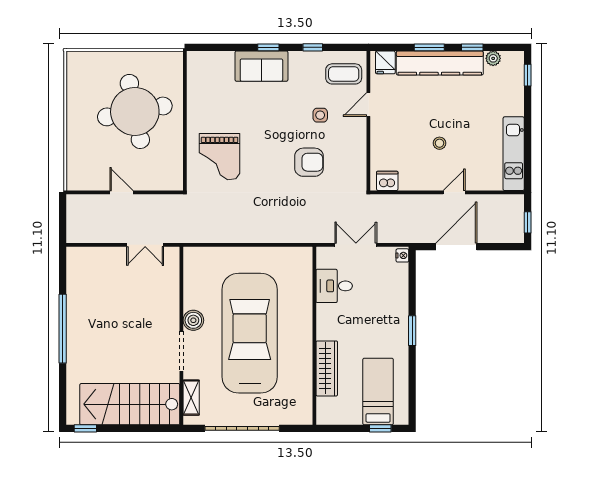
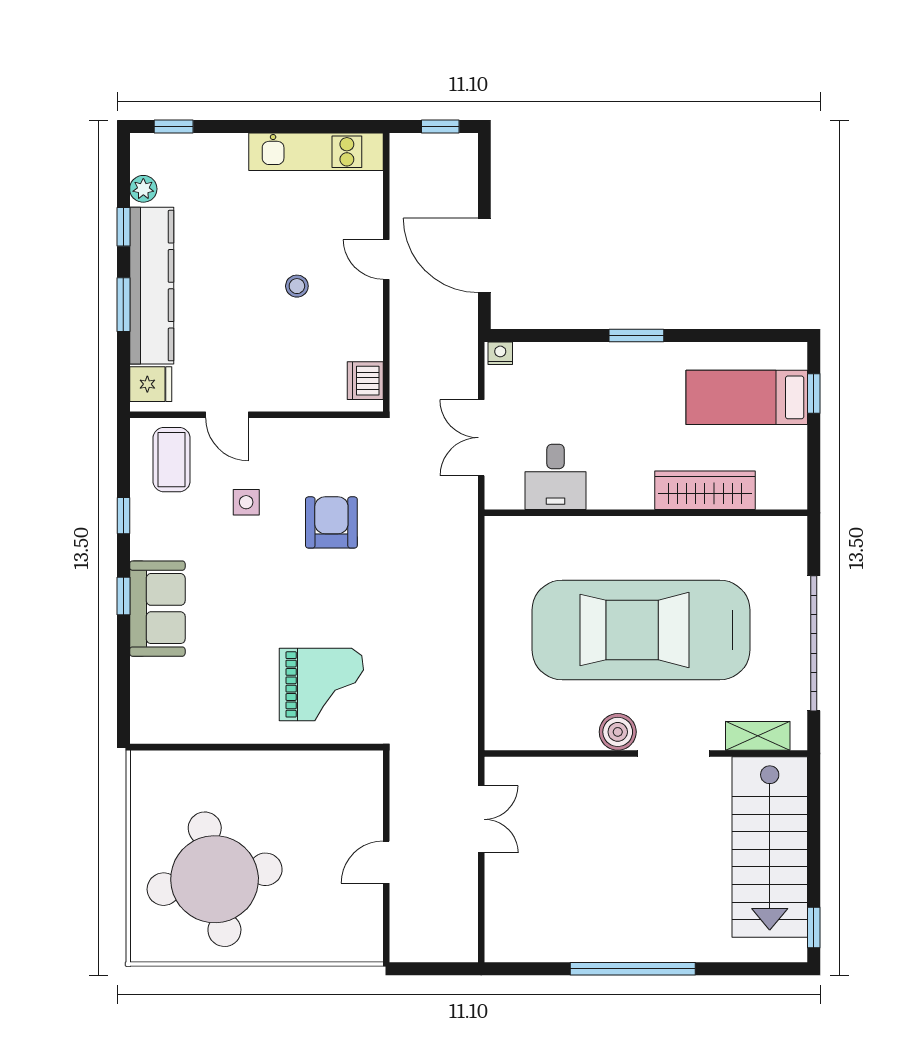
round table: (135, 111) -> (215, 879), moved

